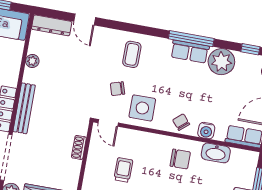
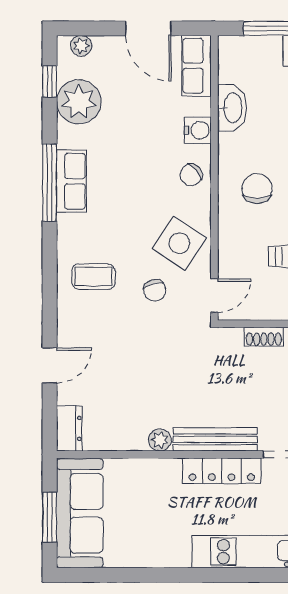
dresser: (52, 25) -> (69, 428), width x0.70
plant: (32, 61) -> (160, 440), moved
plant: (221, 62) -> (79, 102), moved
side table: (142, 108) -> (179, 243), turned 34
chair: (180, 159) -> (257, 189), moved

